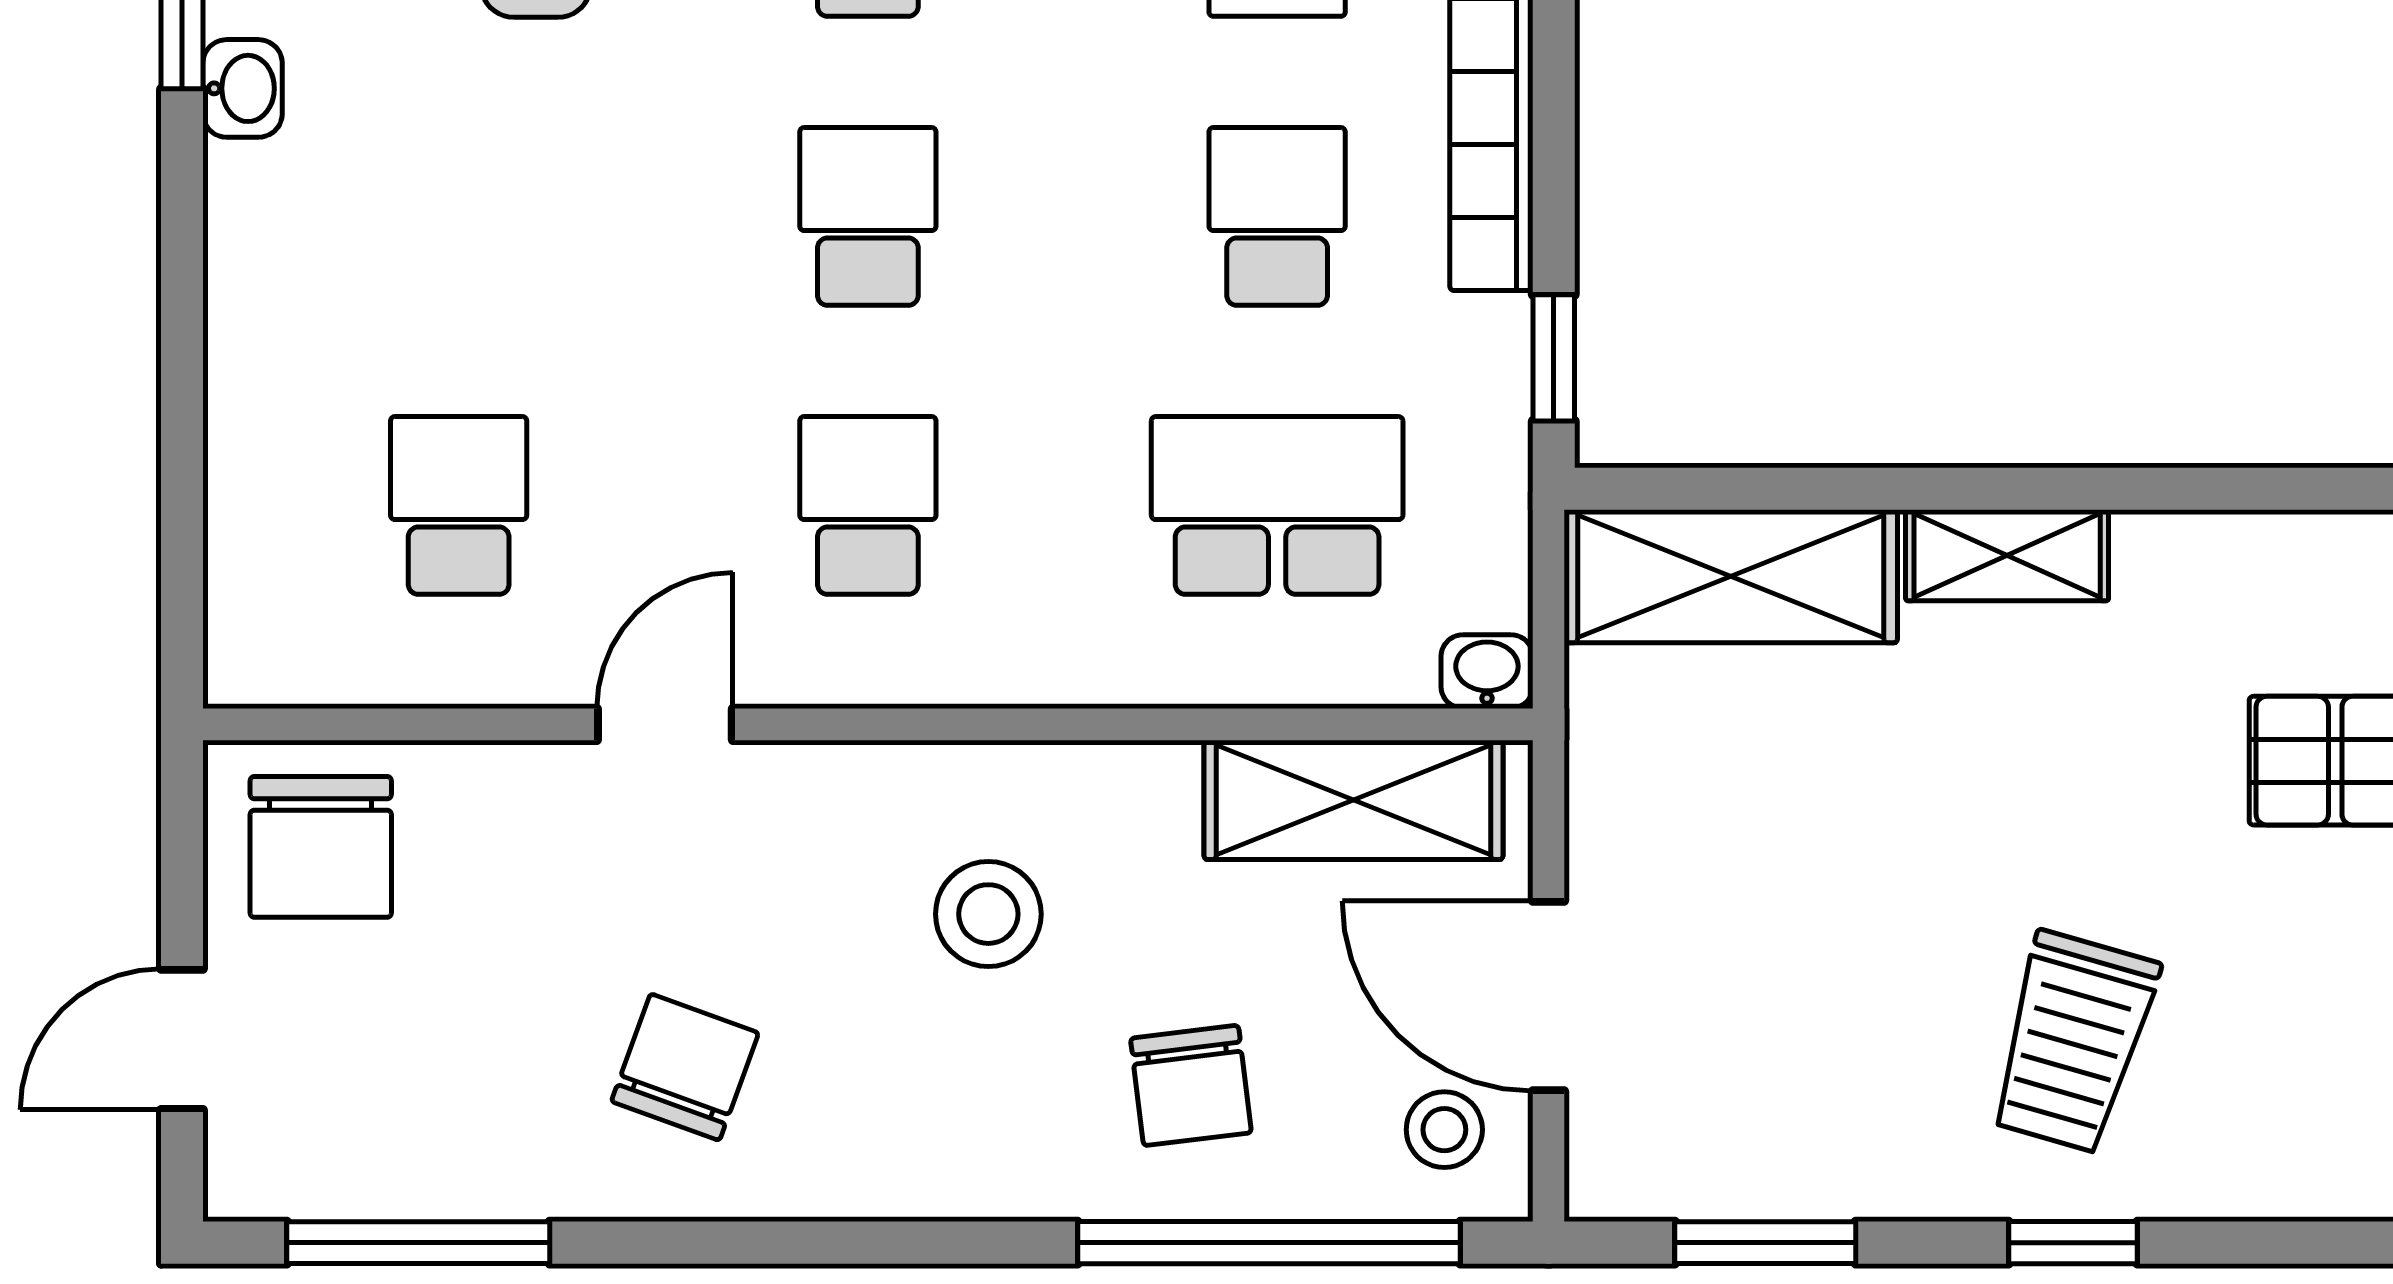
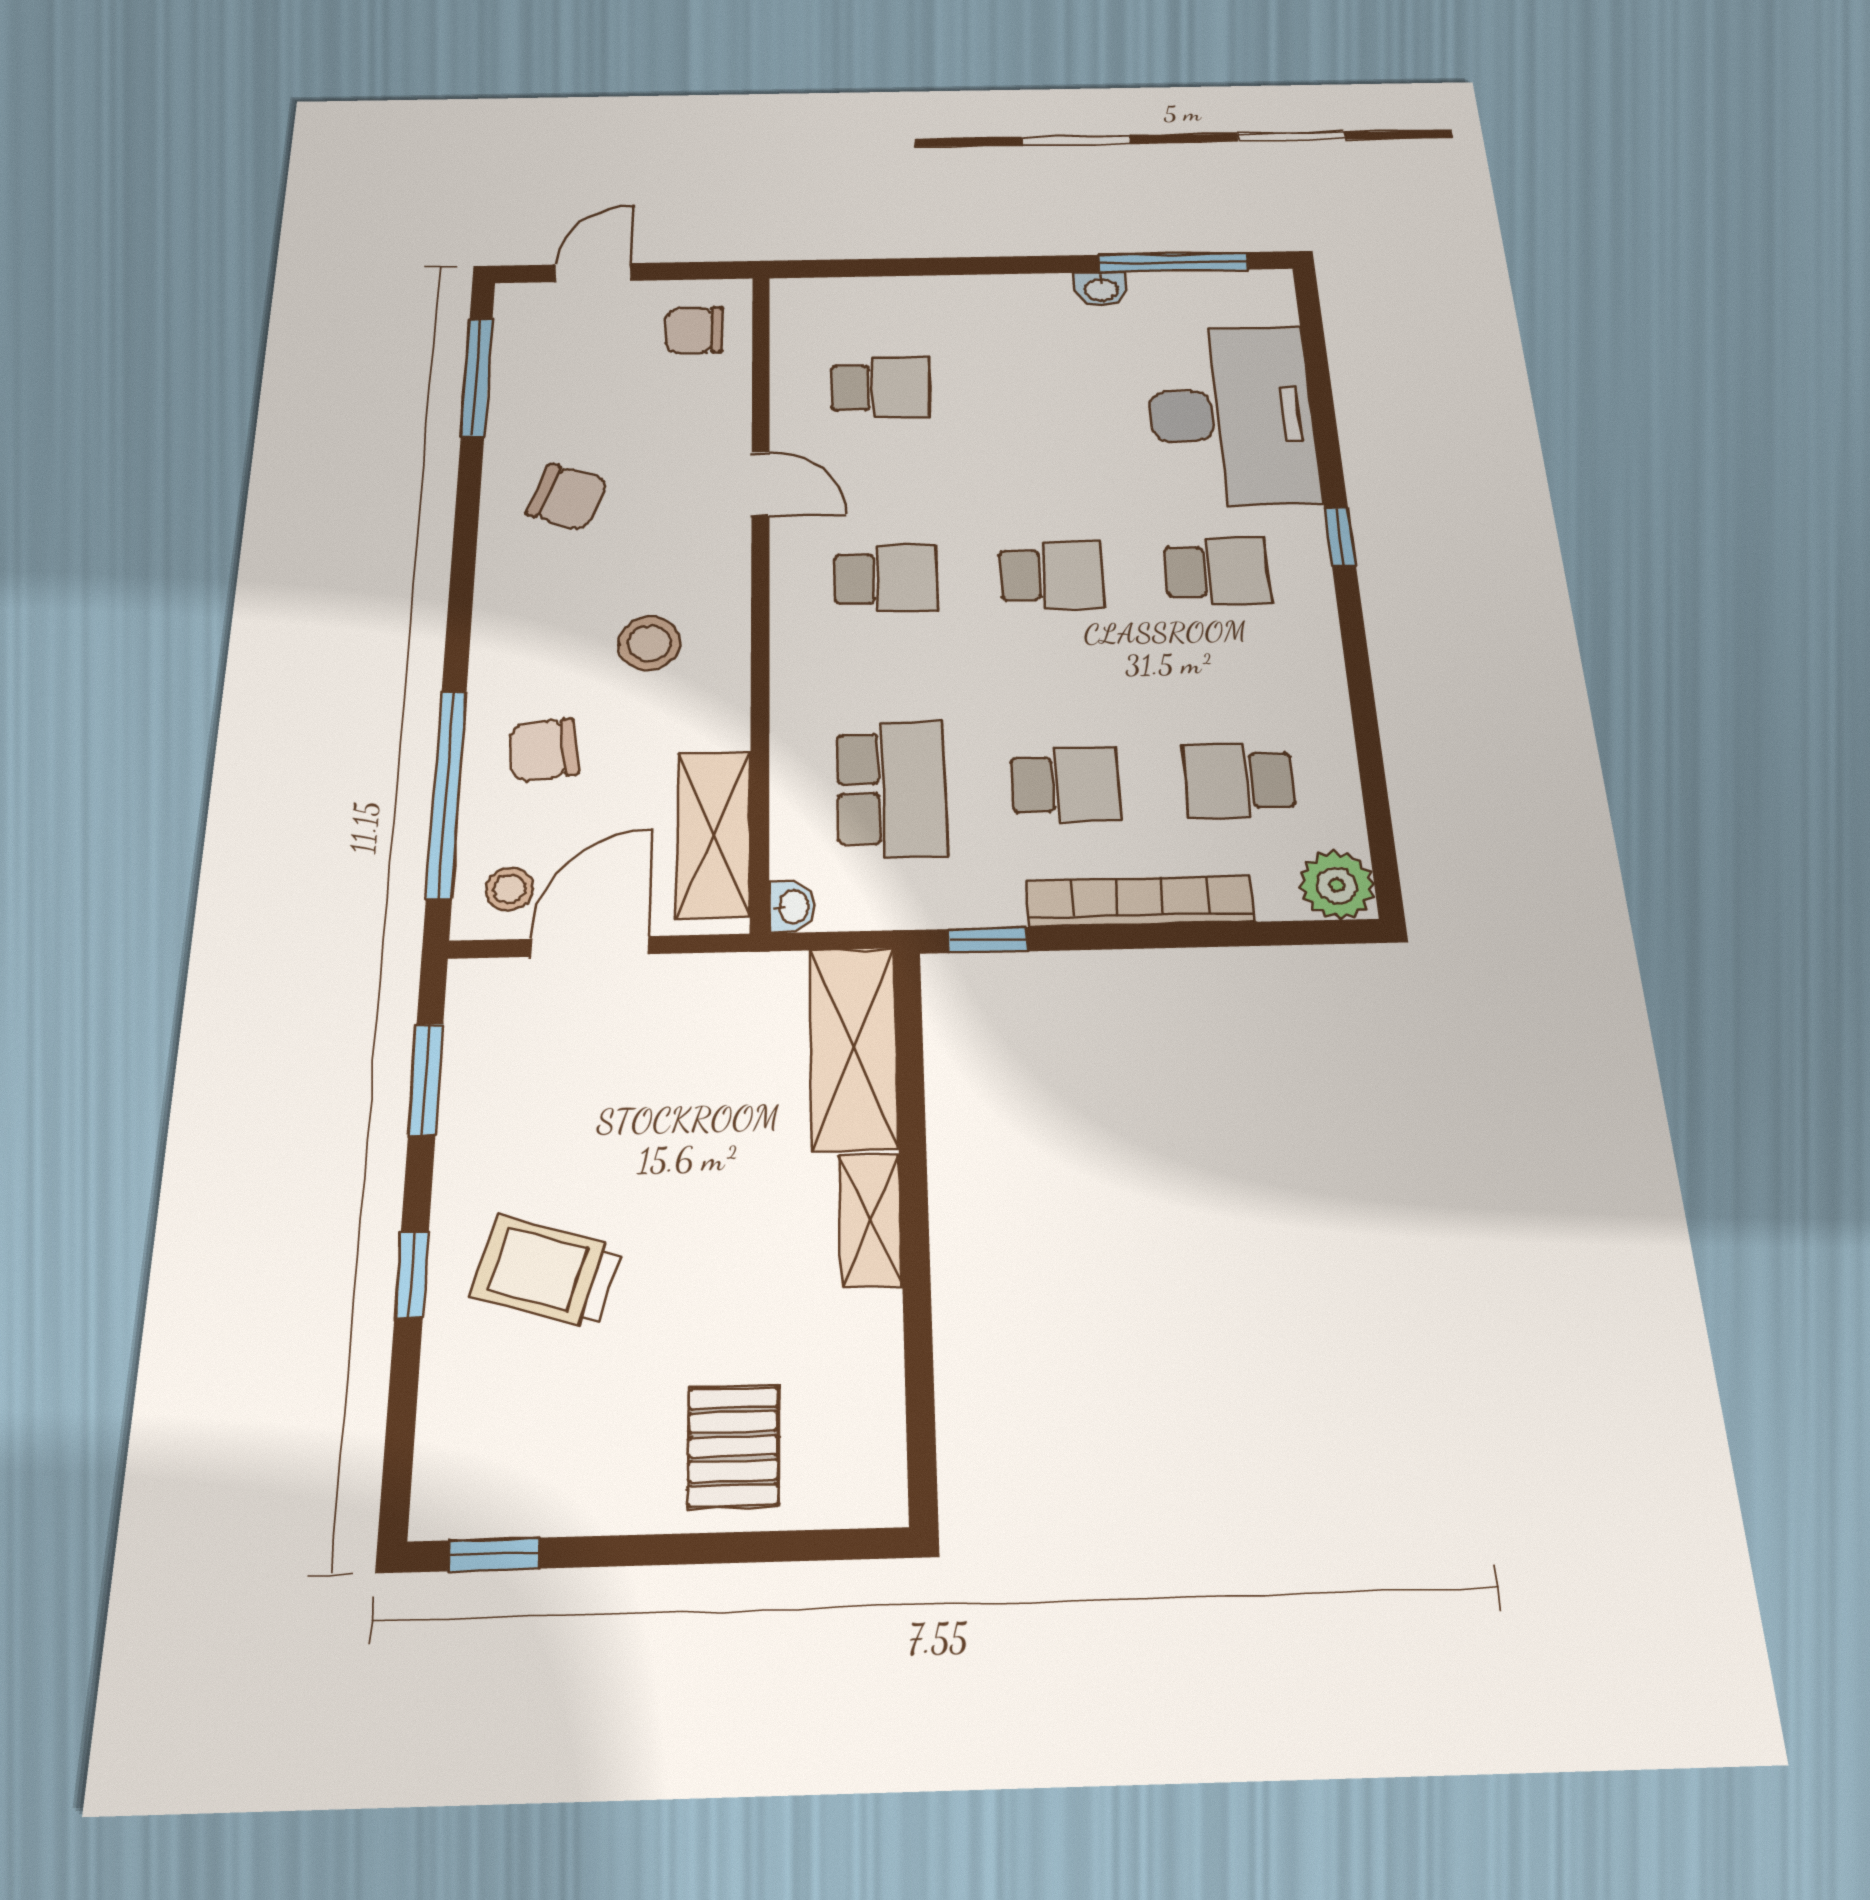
chair: (321, 847) -> (695, 330), width x0.73, depth x0.73
door: (182, 1039) -> (593, 273), hinge flipped

